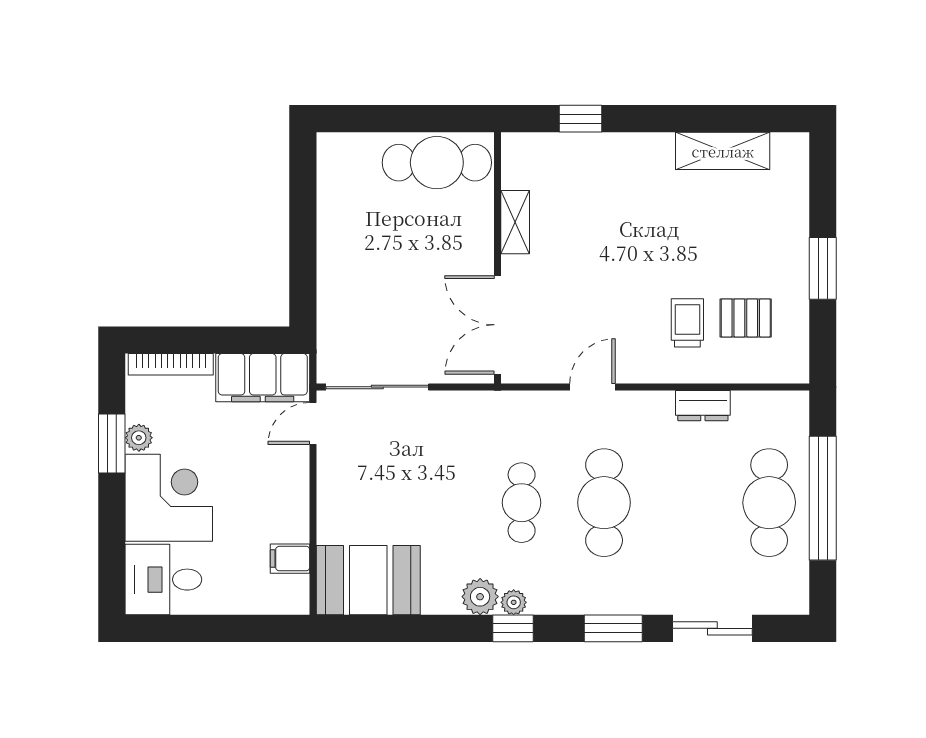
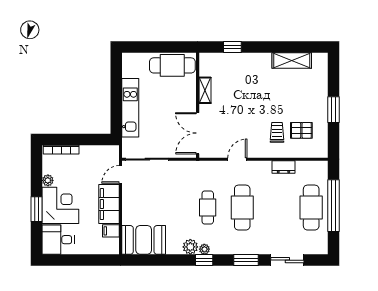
kitchen unit: (336, 264) -> (130, 108), added
filing cabinet: (263, 378) -> (109, 204), moved, turned 90
window: (112, 443) -> (36, 209), moved

